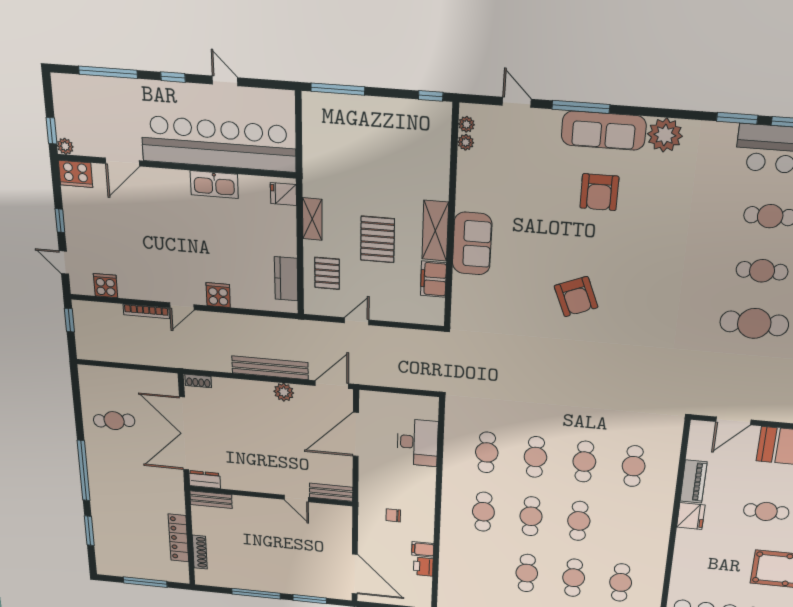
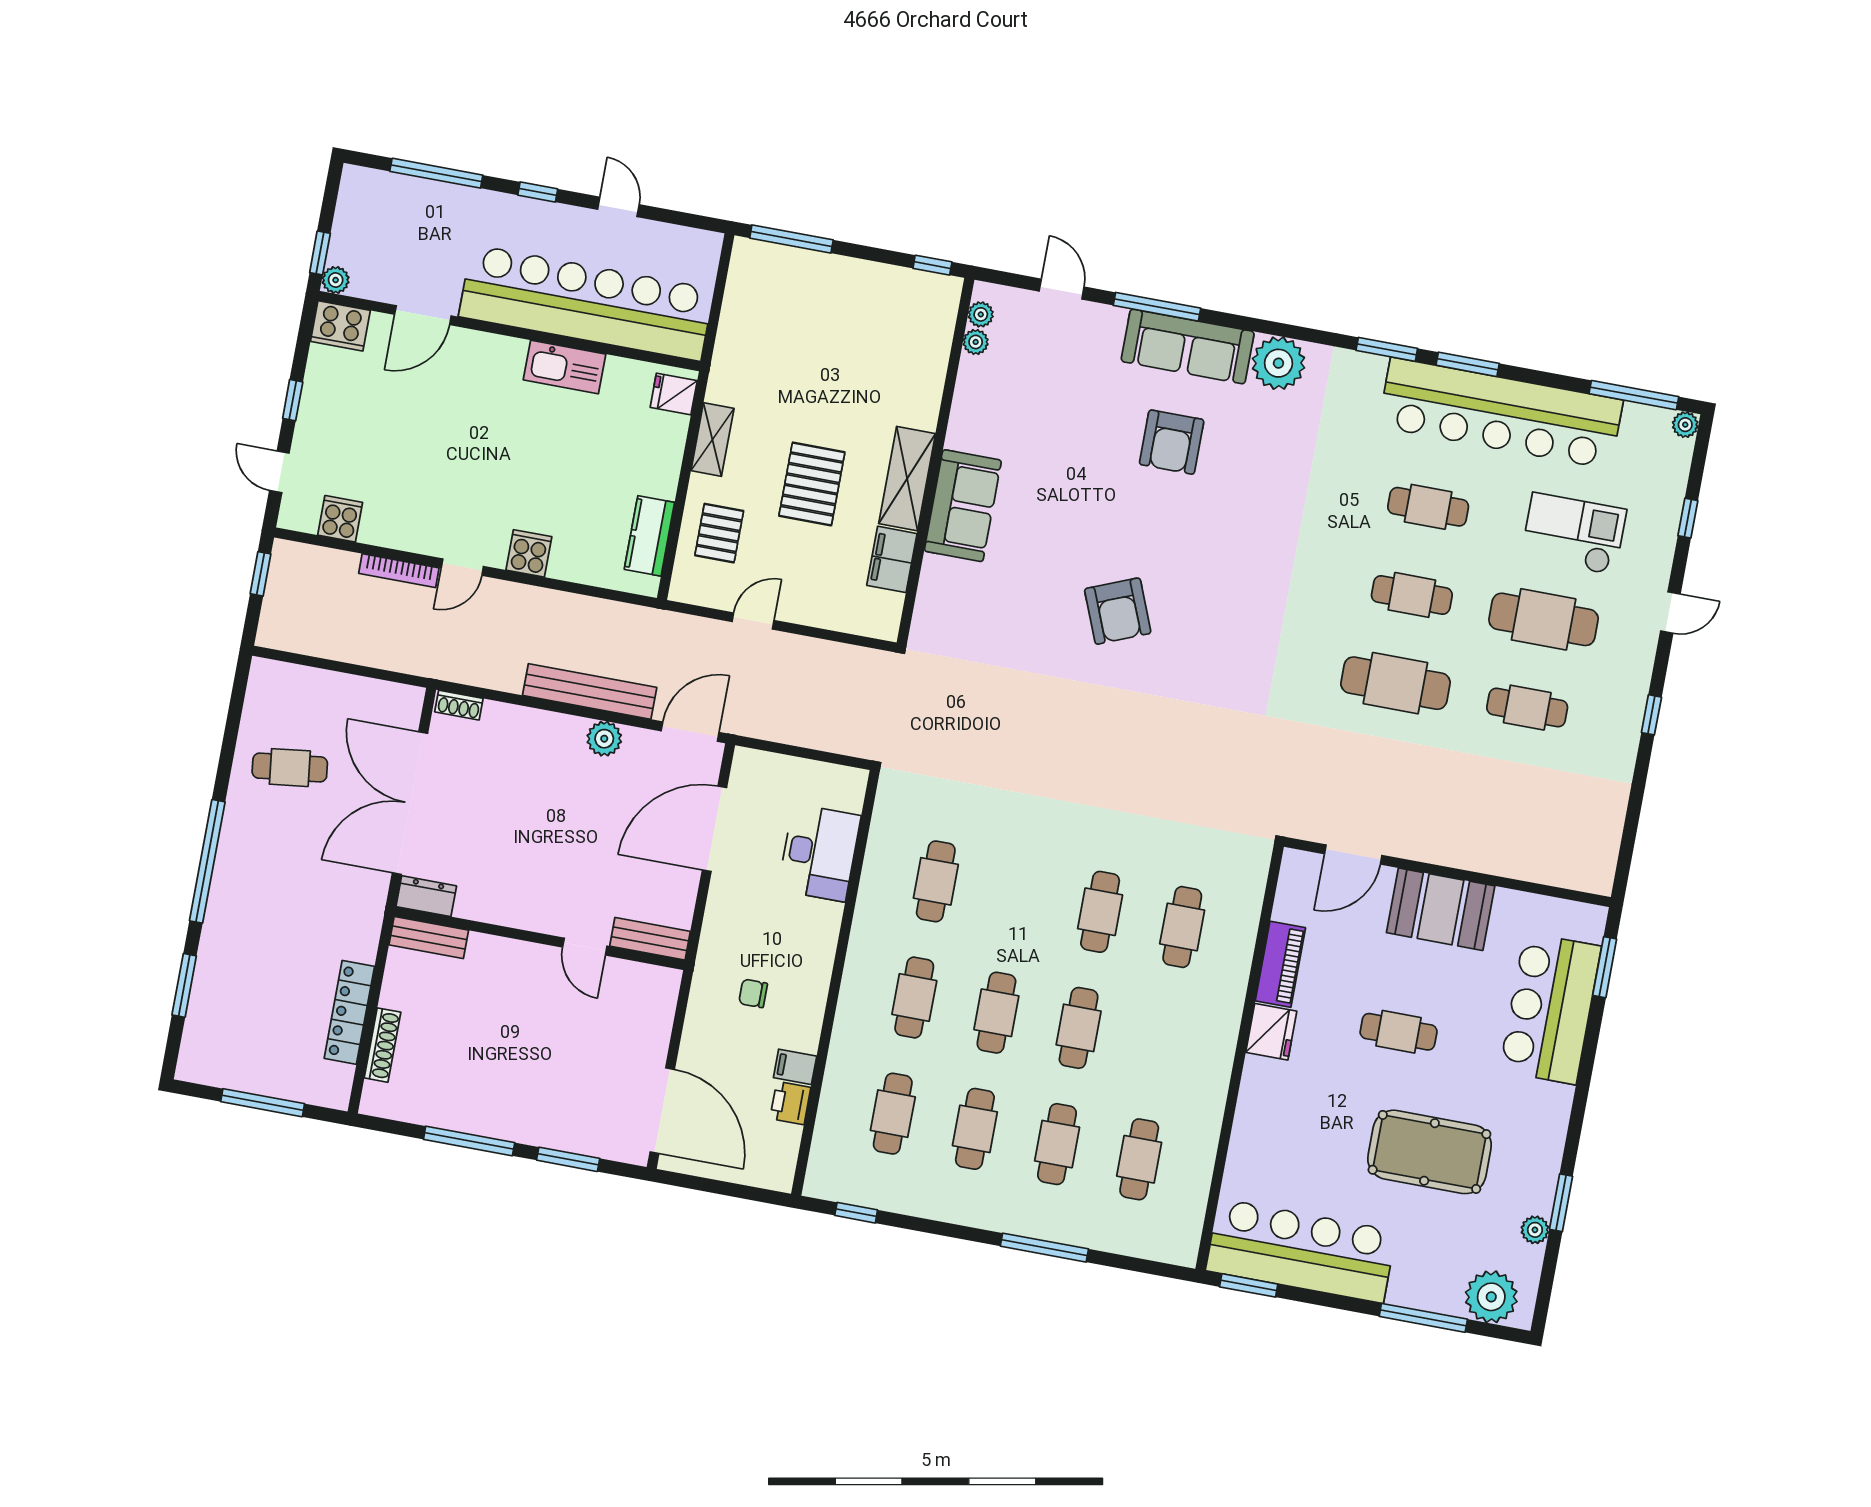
cafe table: (535, 457) -> (893, 1114), moved

